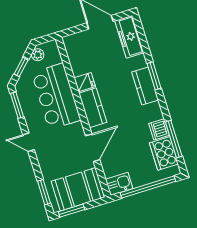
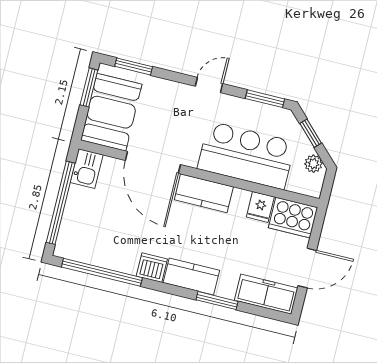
window: (154, 76) -> (217, 301), moved
fridge: (85, 82) -> (260, 207), moved
dishwasher: (159, 129) -> (152, 268), moved
window: (174, 139) -> (102, 272), width x1.46
door: (93, 148) -> (153, 162), width x1.36
cooker: (164, 153) -> (293, 218), moved, turned 180

